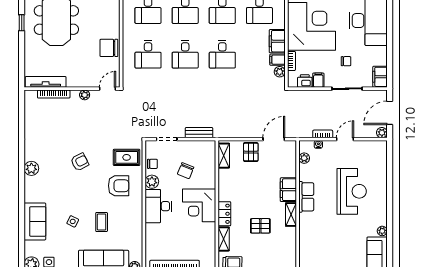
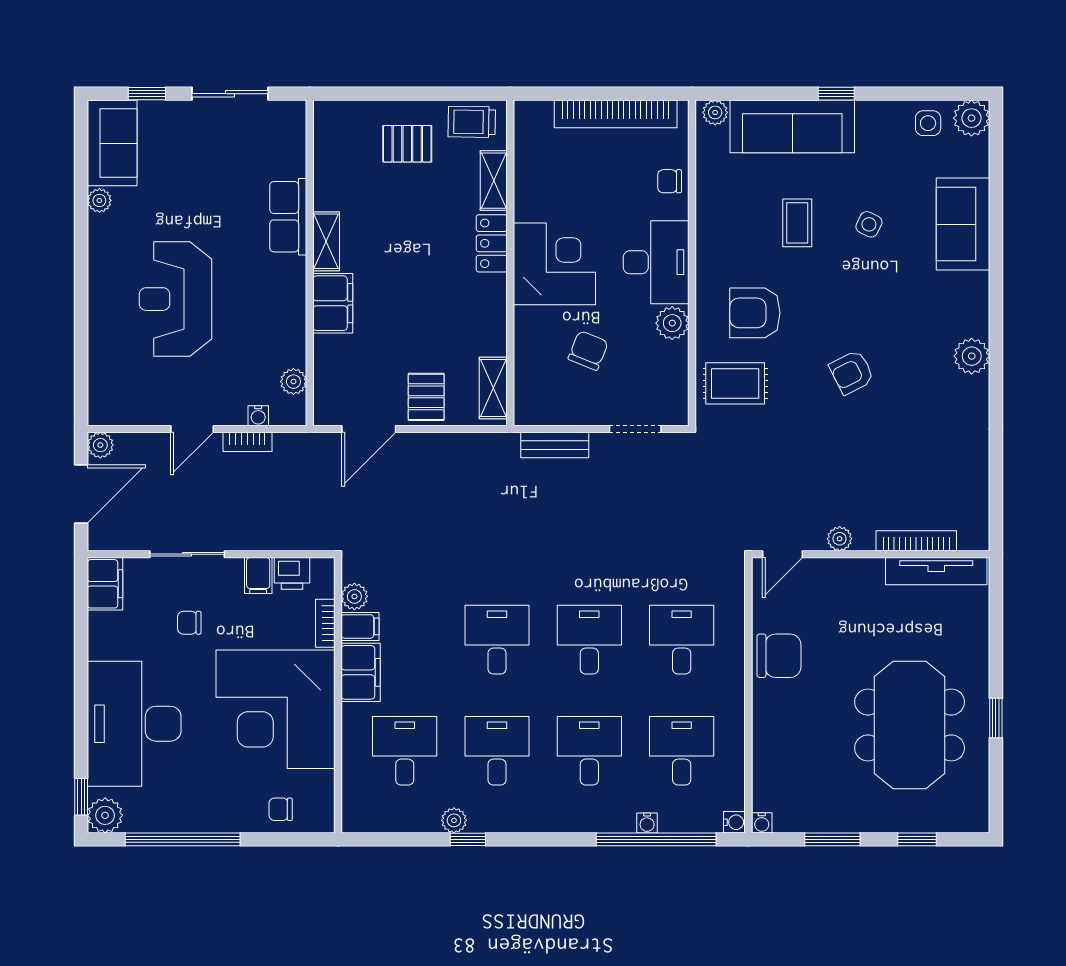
chair: (152, 164) -> (670, 181), moved
row of seats: (306, 197) -> (288, 217), moved
pallet: (260, 226) -> (407, 144), moved

